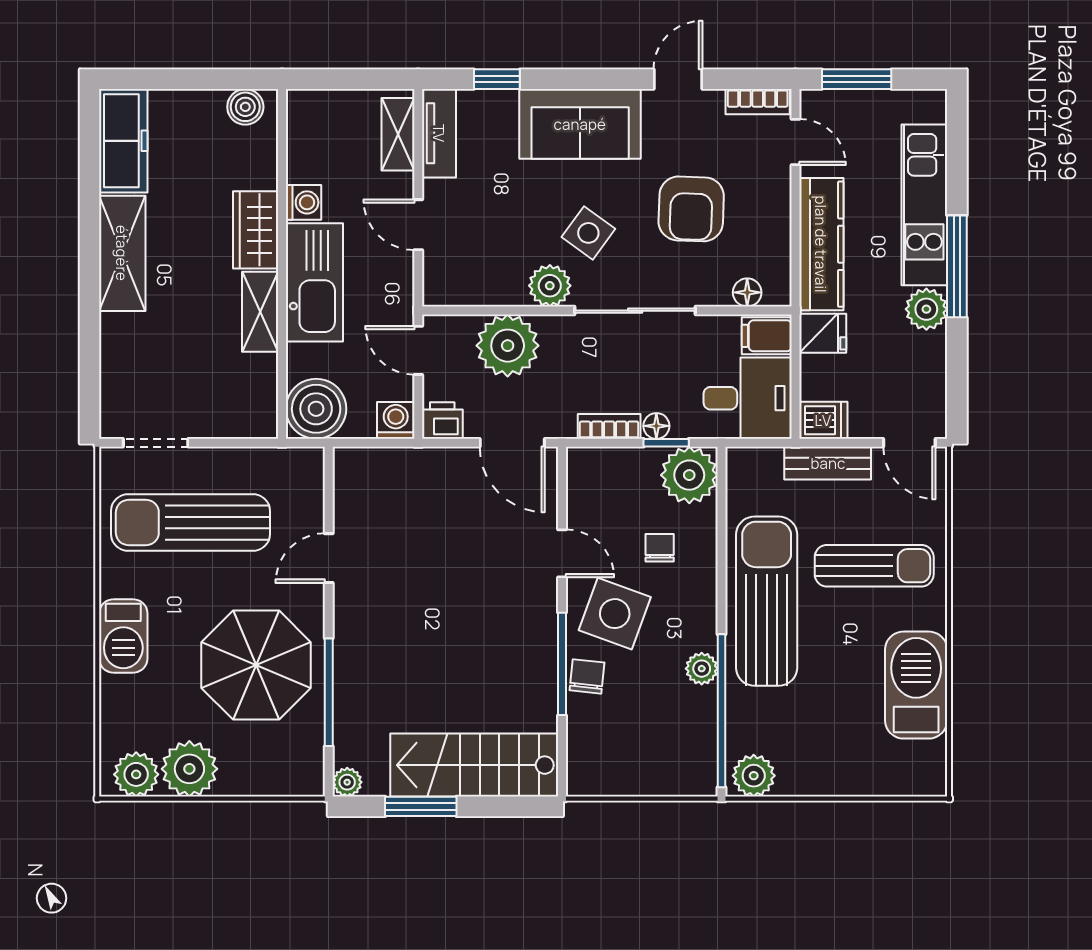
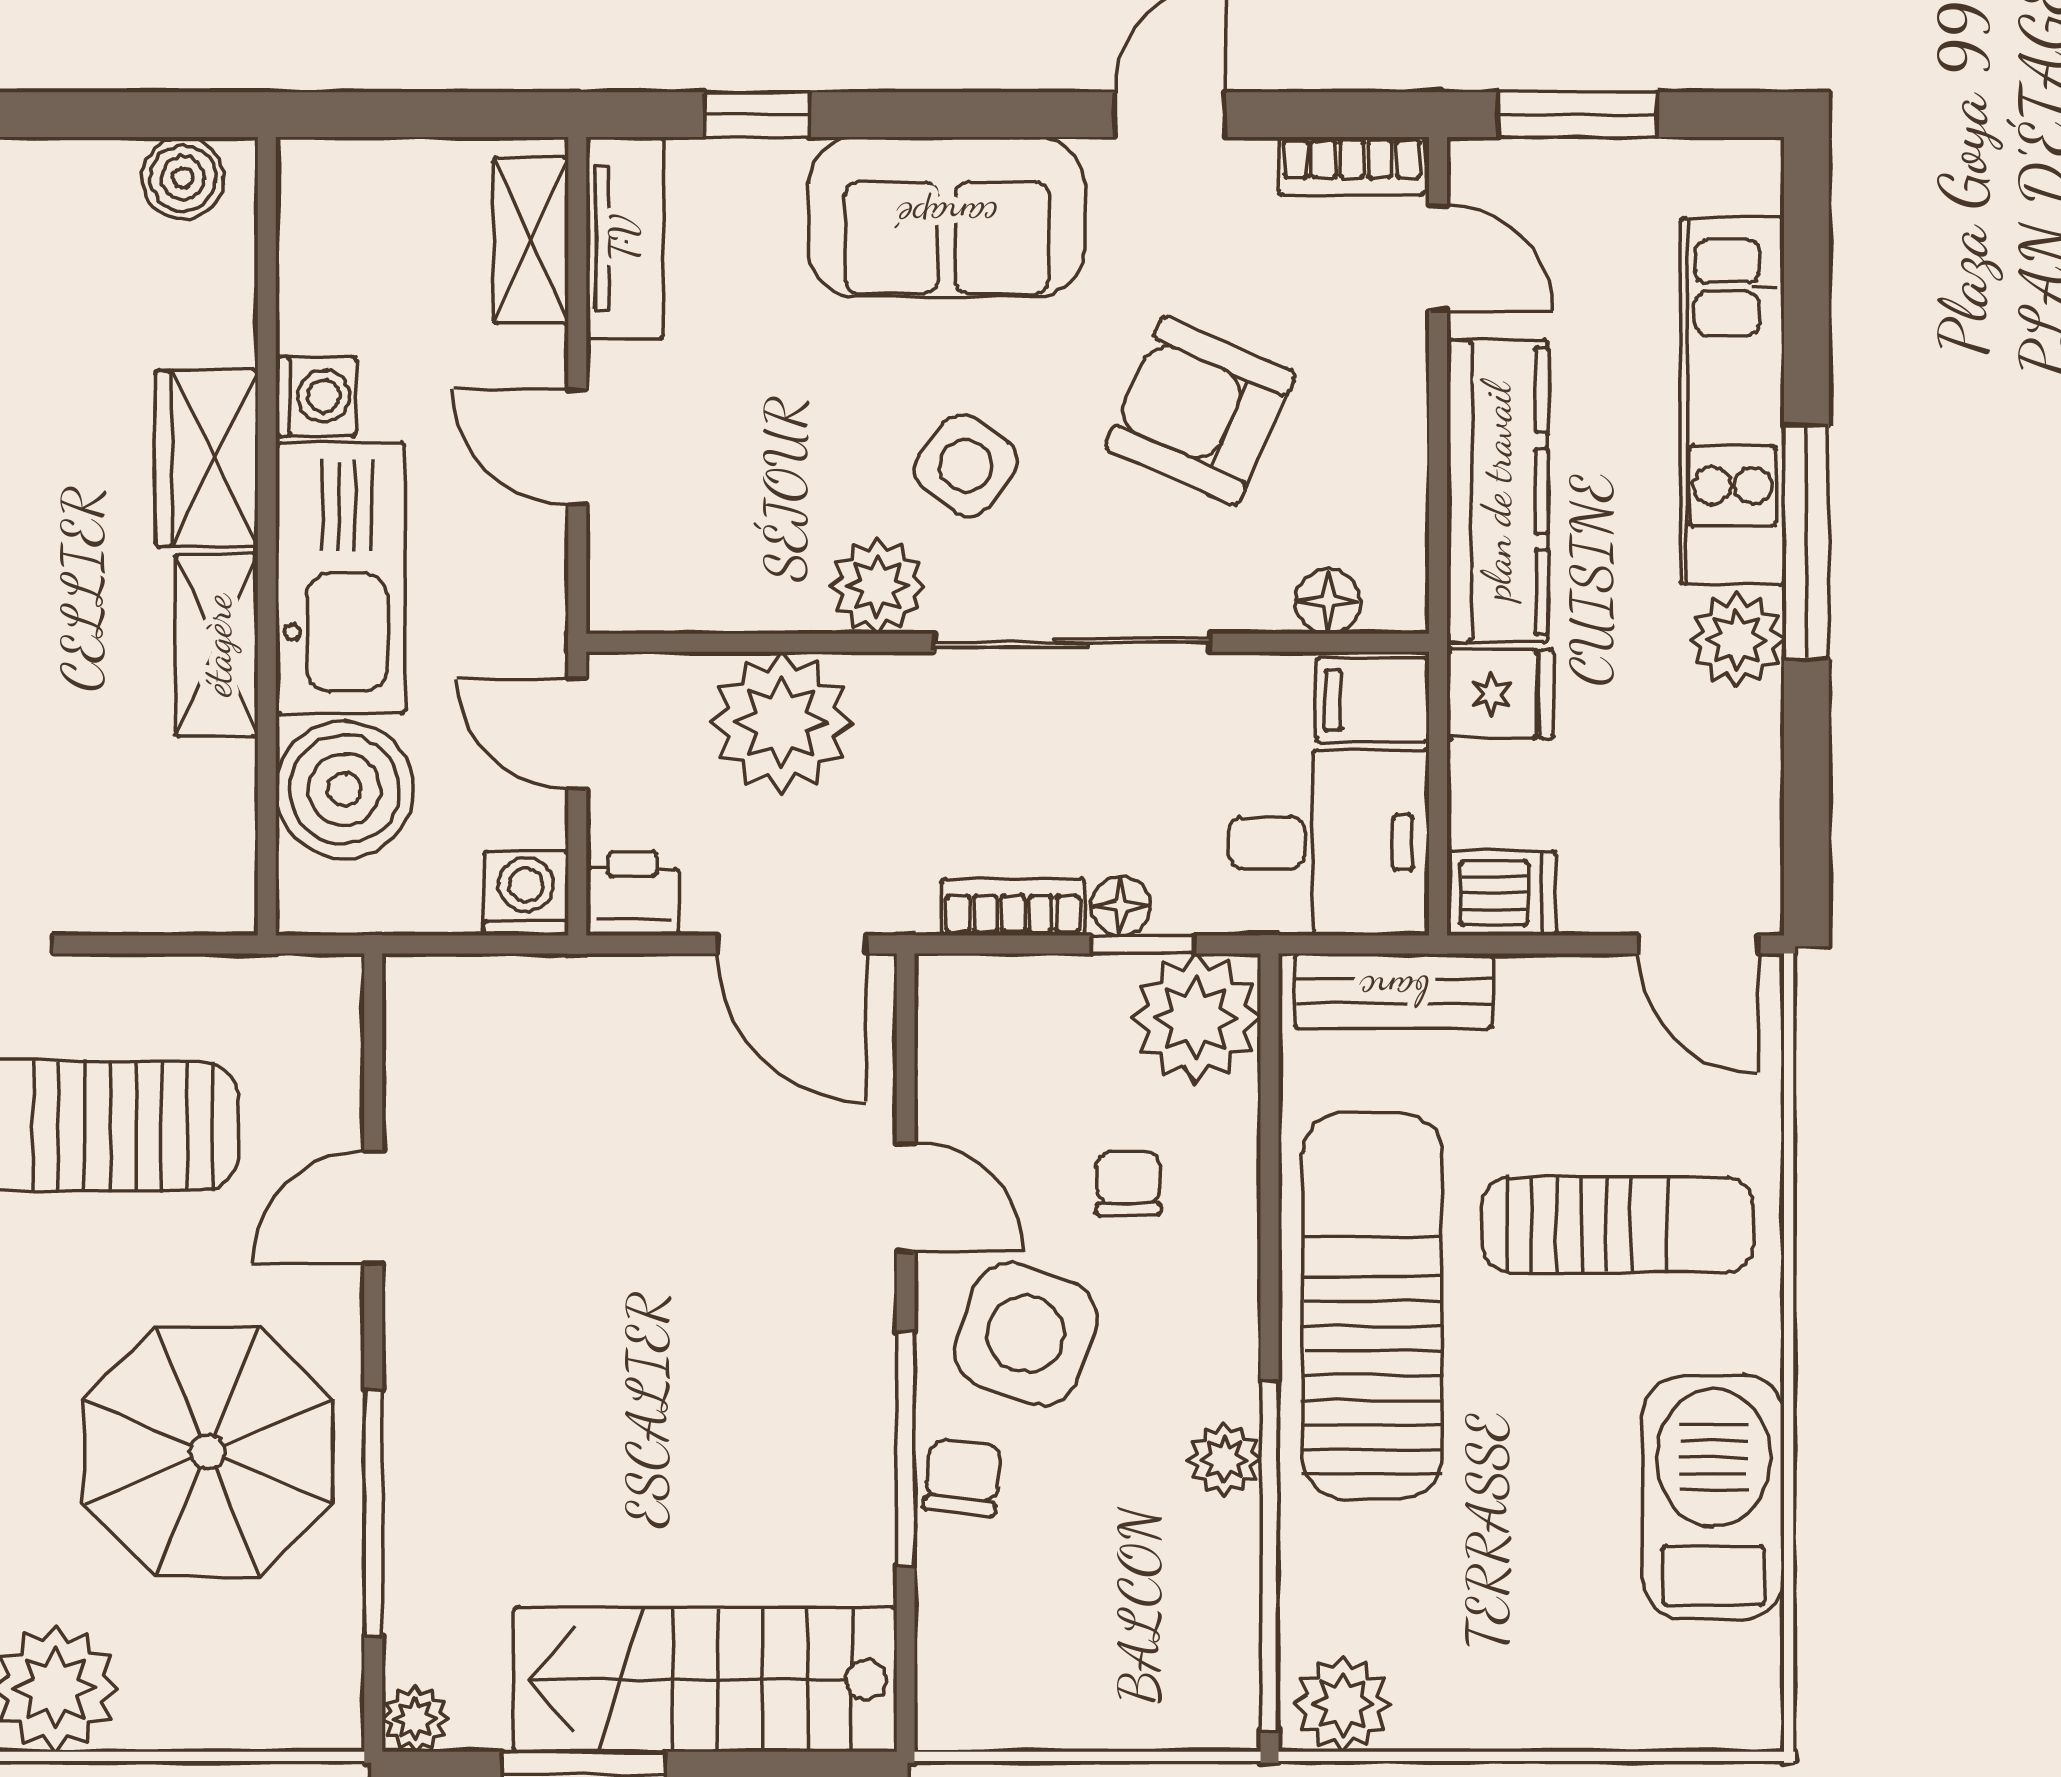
armchair: (691, 209) -> (1200, 411), turned 112
boiler: (316, 409) -> (344, 789), moved
bench: (828, 463) -> (1394, 991), moved

